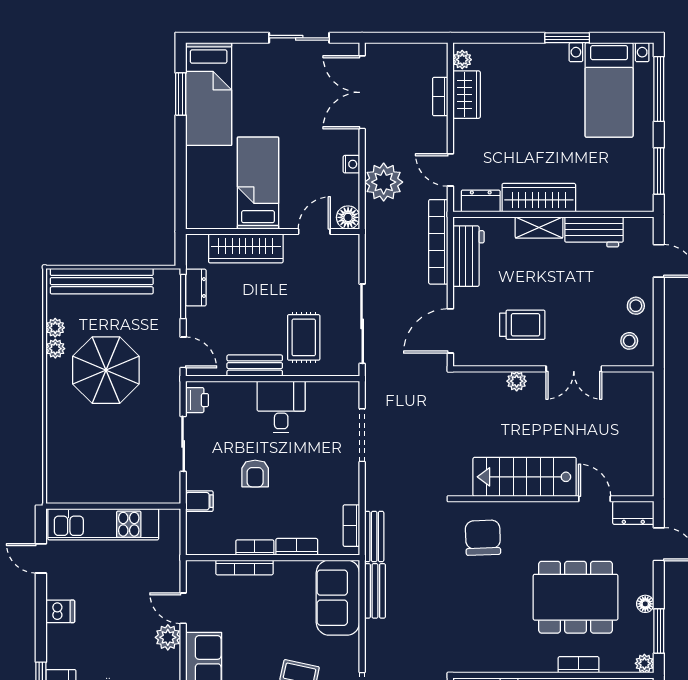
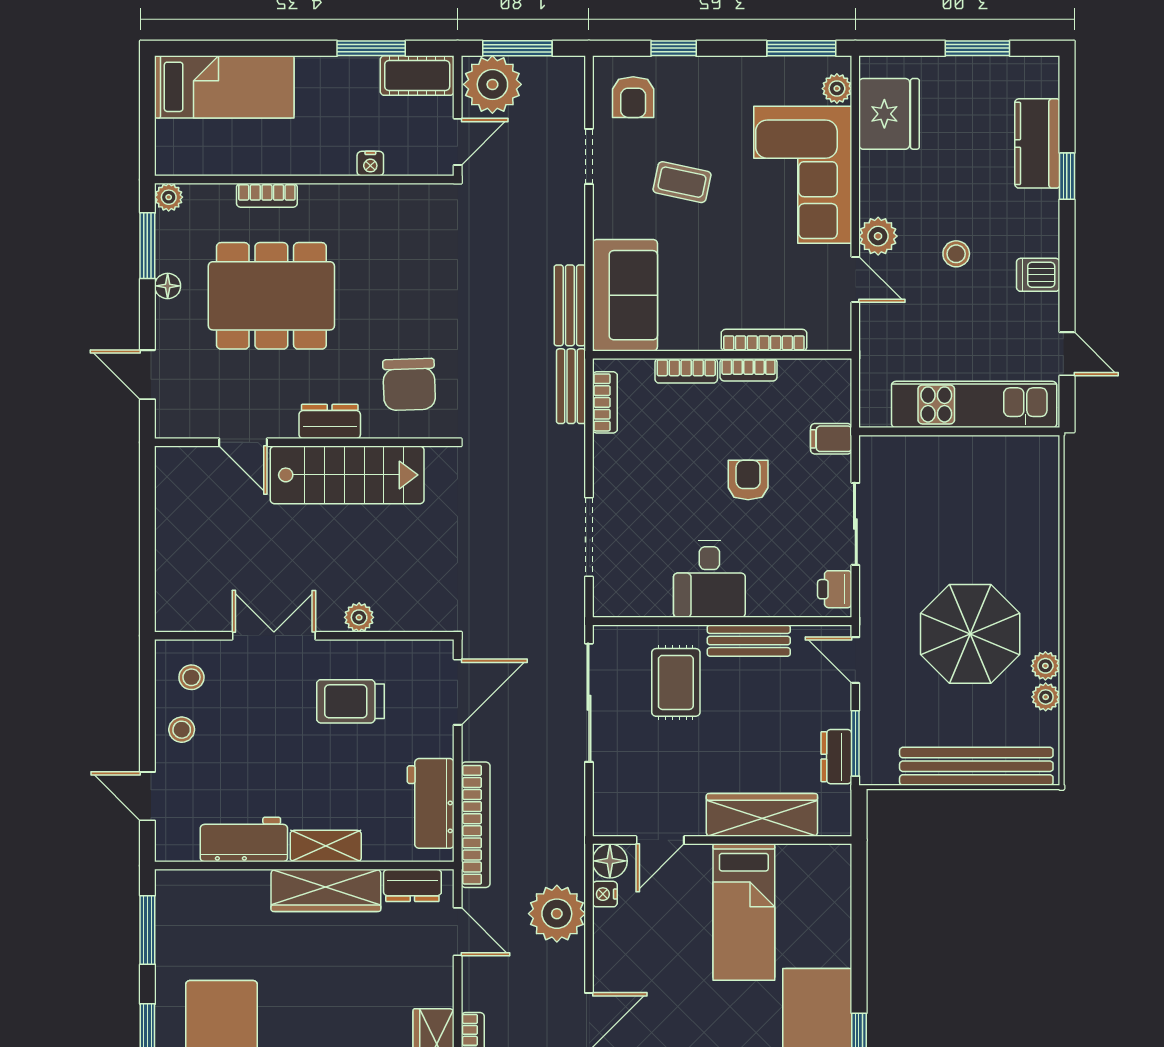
nightstand: (351, 164) -> (605, 894), moved
dresser: (633, 513) -> (330, 421), moved
stool: (115, 625) -> (956, 254), added

